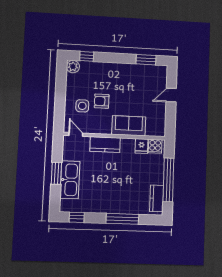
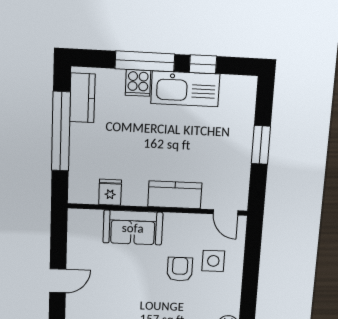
armchair: (102, 101) -> (180, 269), turned -90
cooker: (155, 146) -> (138, 83), moved, turned 180
kitchen sink: (70, 180) -> (185, 89), moved, turned -90
window: (77, 217) -> (203, 64), moved

